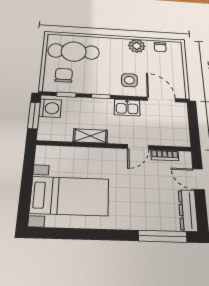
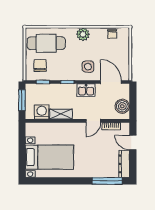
plant: (137, 46) -> (83, 34), moved
washing machine: (50, 108) -> (42, 112), moved, turned -90
boiler: (179, 130) -> (122, 106), added

